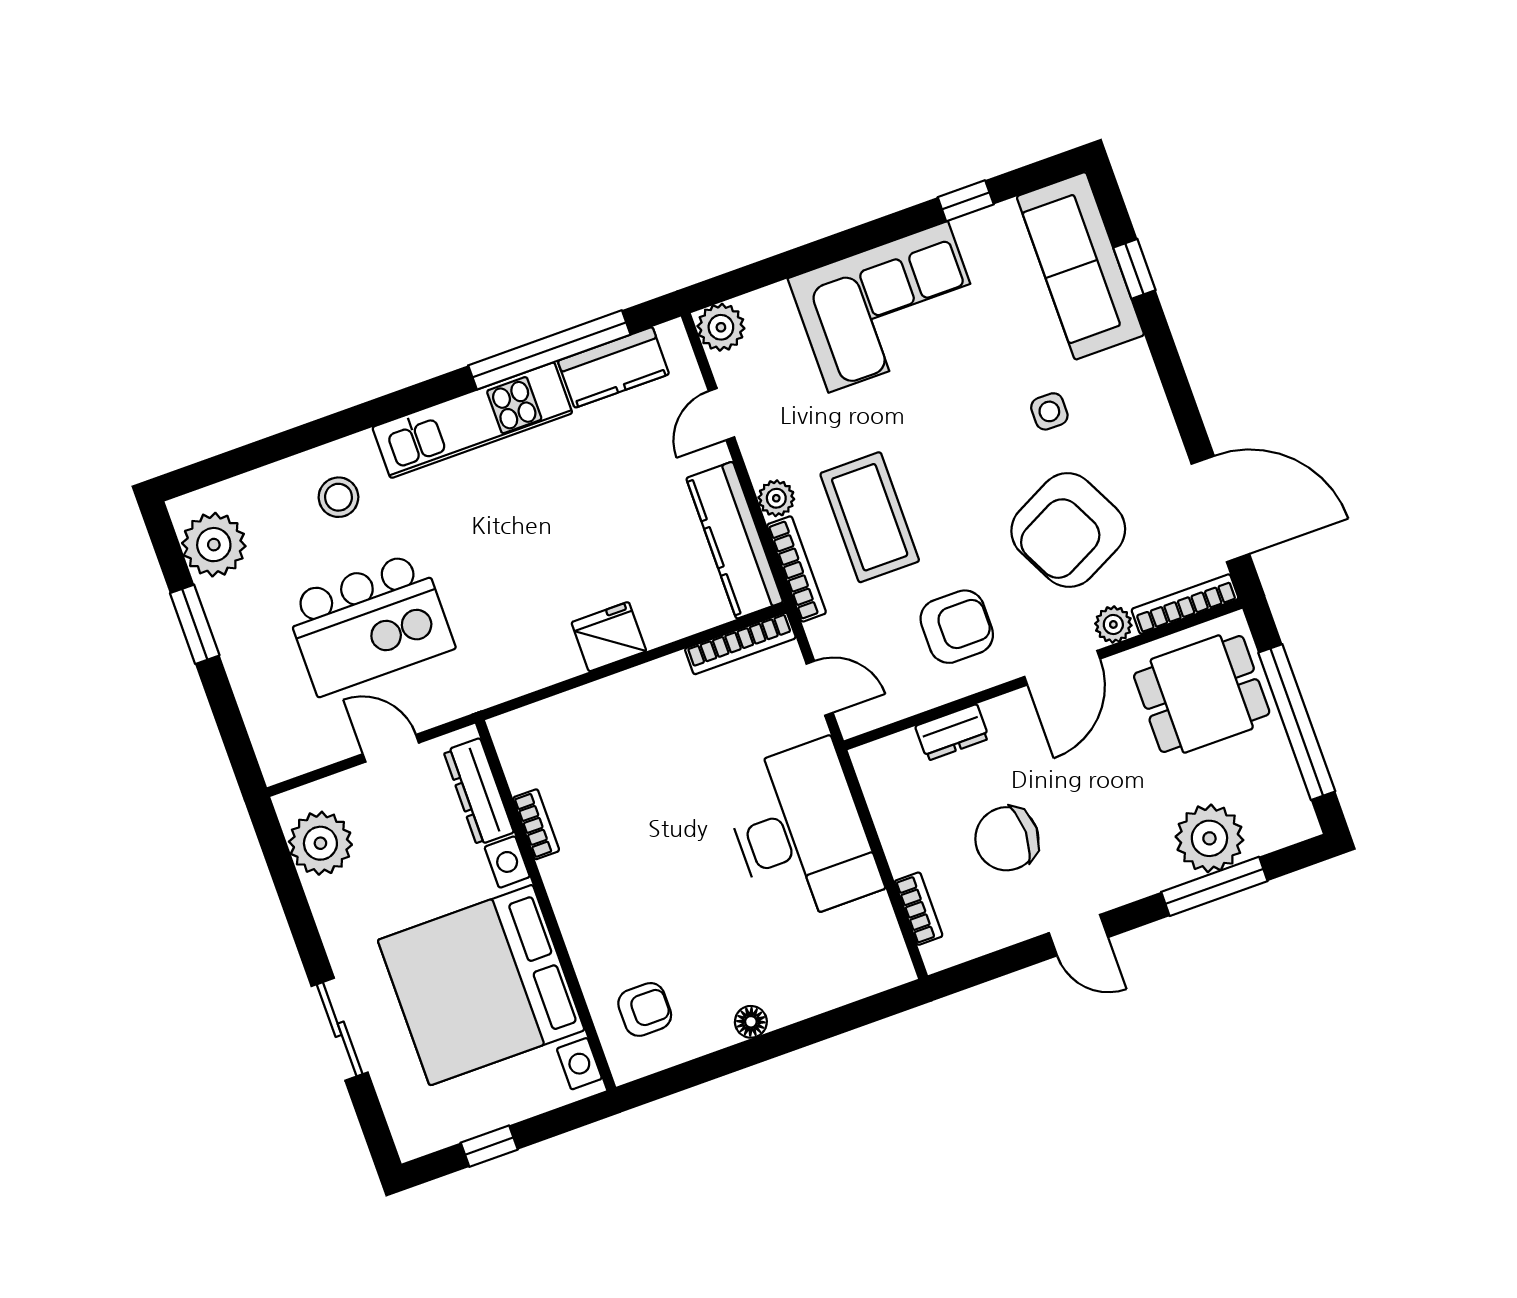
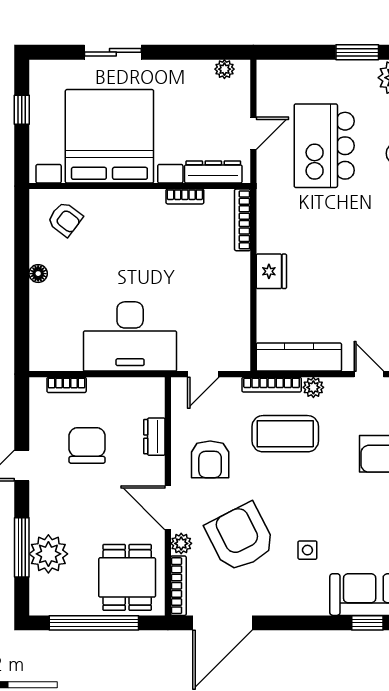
bookcase: (740, 643) -> (243, 220), moved
plant: (320, 843) -> (224, 69), width x0.53, depth x0.53
armchair: (645, 1009) -> (65, 219), turned -53

